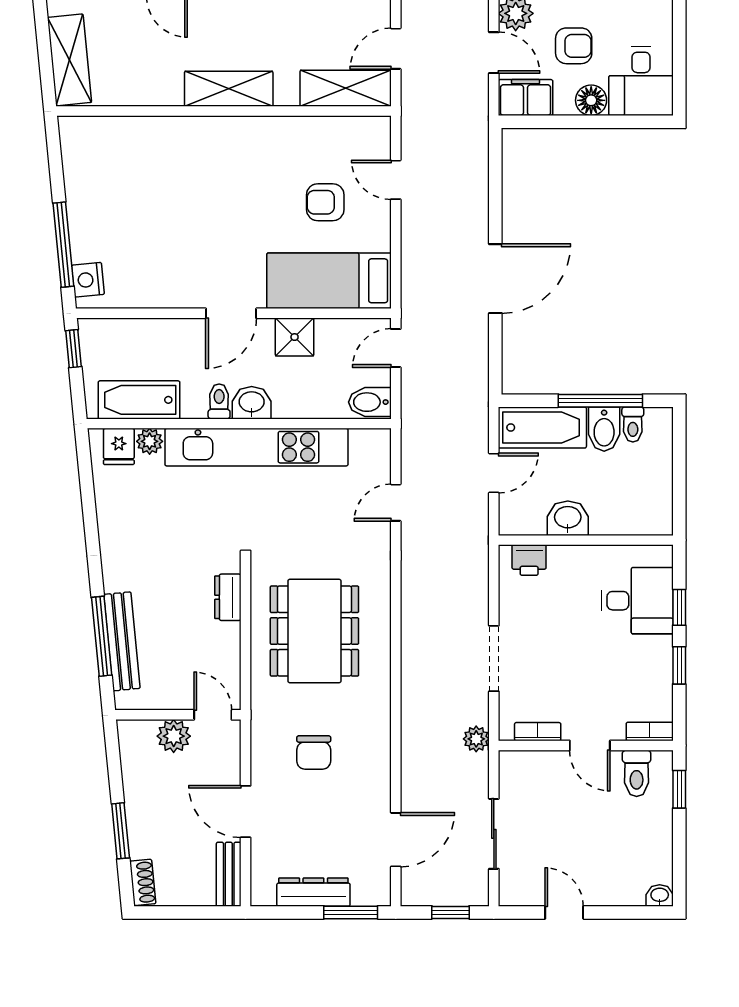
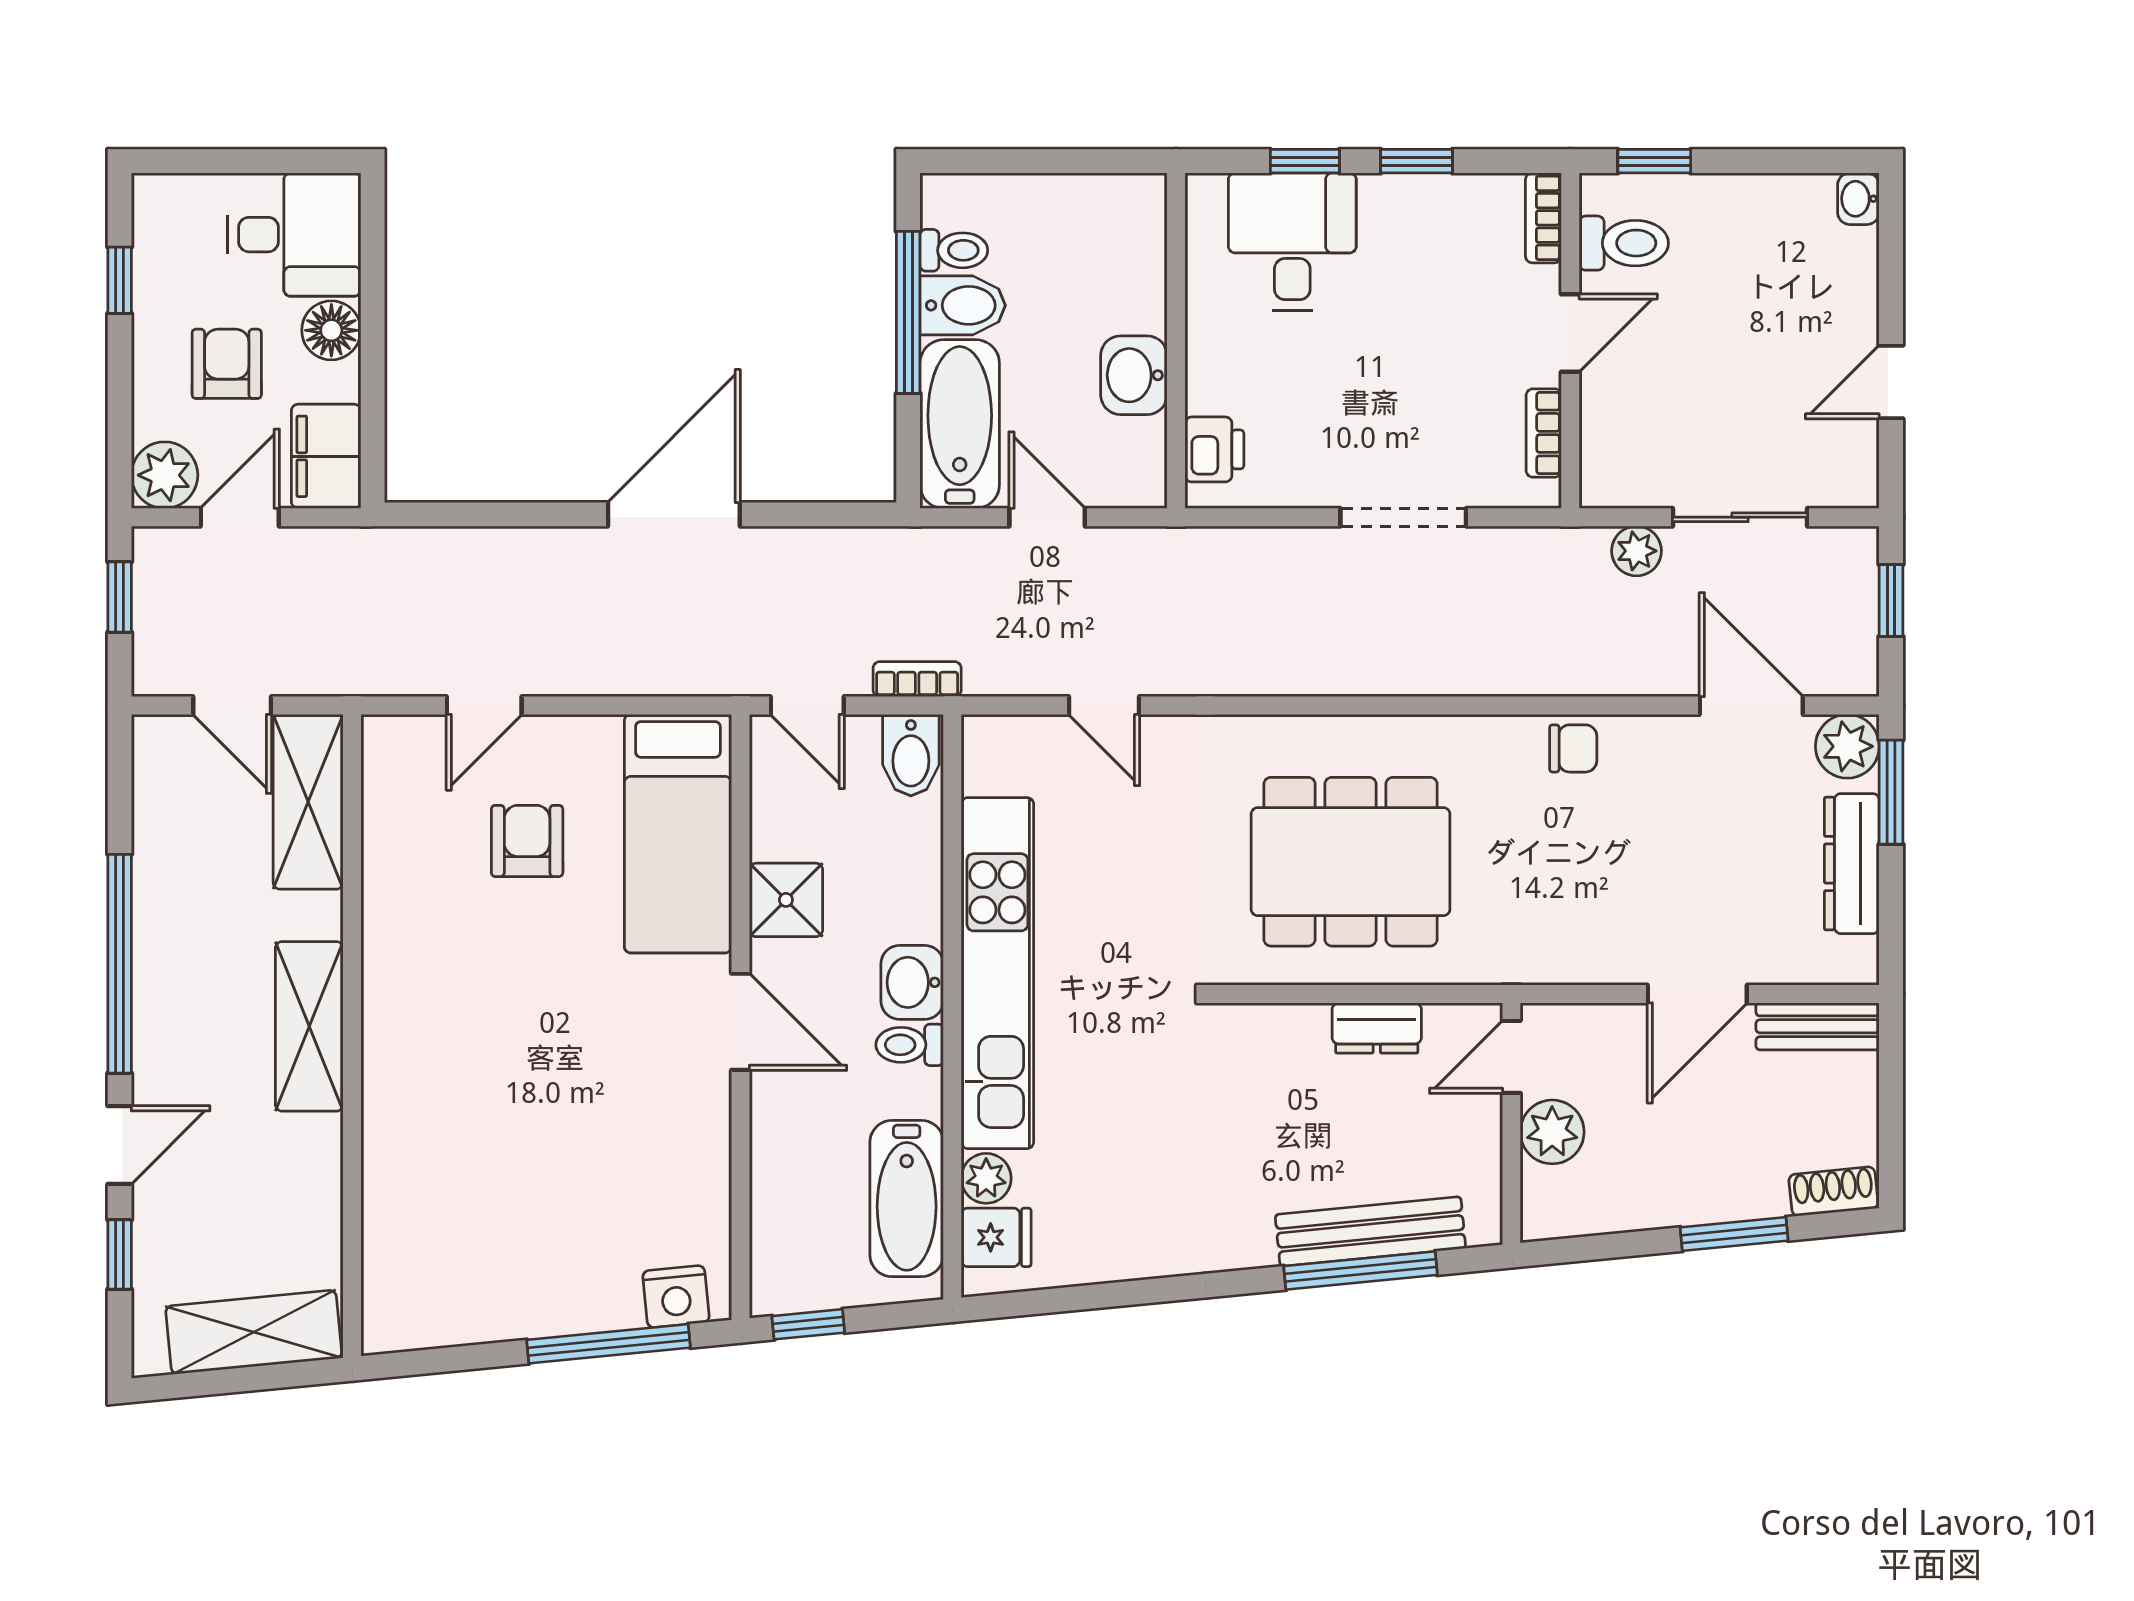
armchair: (325, 202) -> (527, 841), turned 180
door: (495, 279) -> (674, 514), hinge flipped
bookcase: (409, 405) -> (917, 679), added
dresser: (228, 597) -> (1377, 1028), moved
plant: (476, 739) -> (1636, 551), moved
chair: (314, 752) -> (1573, 748), moved, width x0.73, depth x0.73
plant: (375, 890) -> (1847, 746), added

